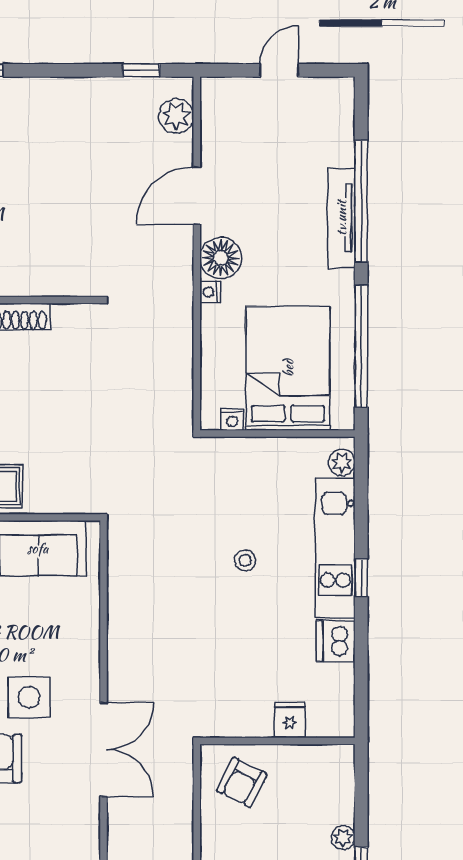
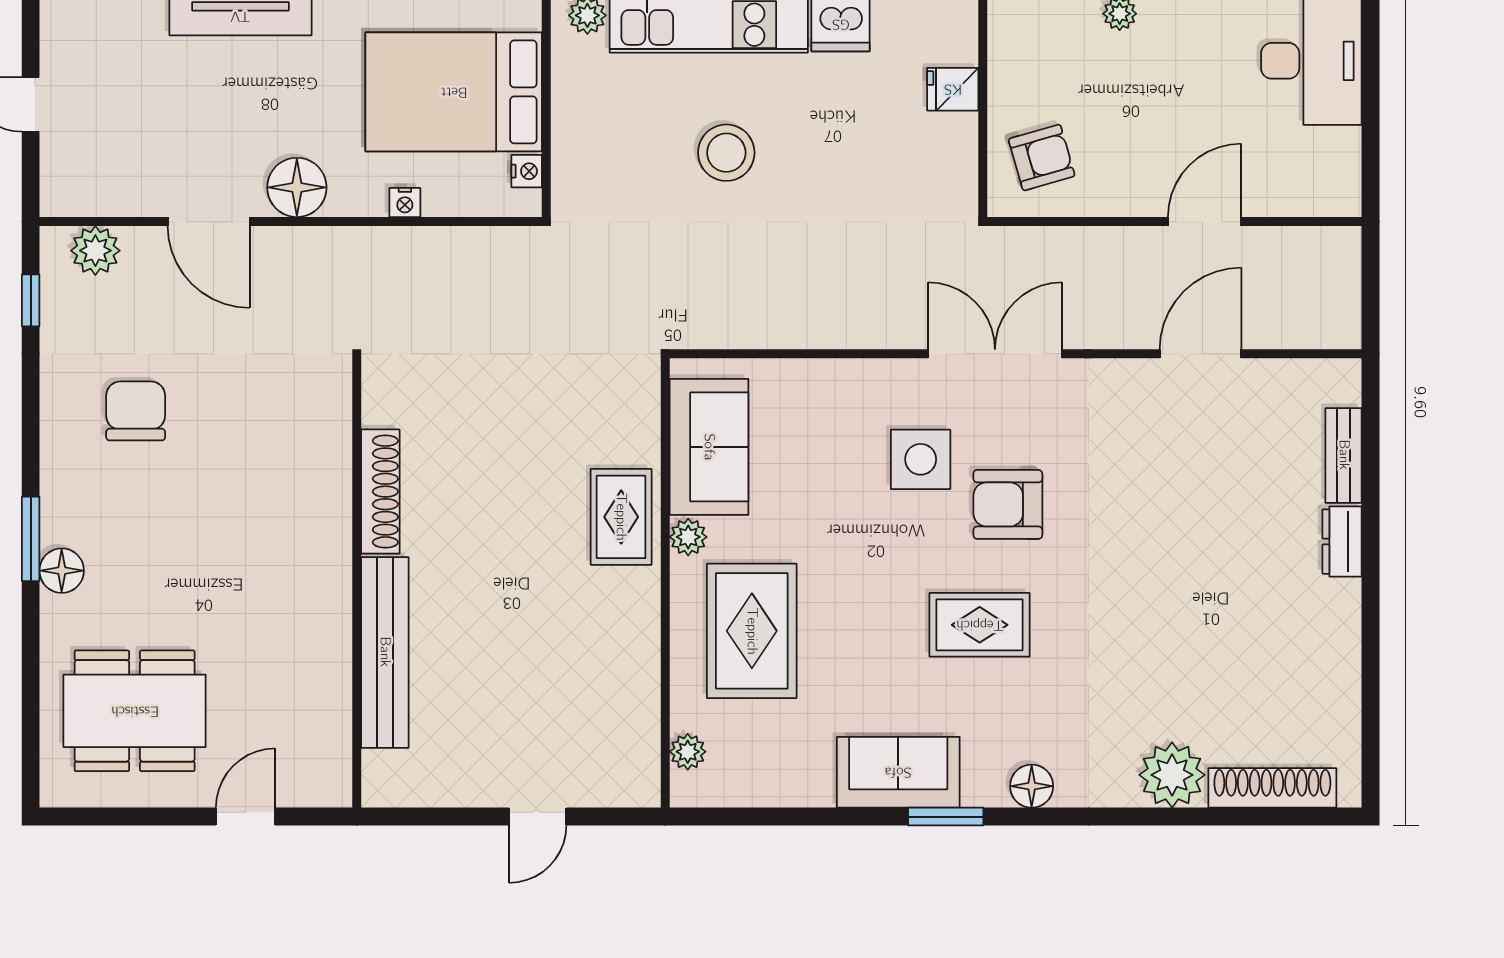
chair: (63, 144) -> (136, 411), added
nightstand: (210, 292) -> (405, 203), moved
stool: (245, 560) -> (726, 153), width x1.89, depth x1.89
armchair: (242, 782) -> (1042, 158), turned -43

